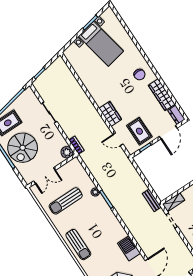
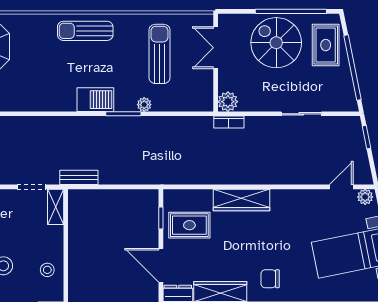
plant: (69, 55) -> (365, 197), added
wardrobe: (110, 114) -> (242, 200), width x1.50
door: (118, 139) -> (341, 187), moved
barbecue: (129, 248) -> (95, 100), moved

